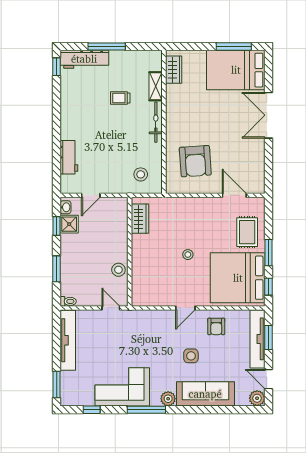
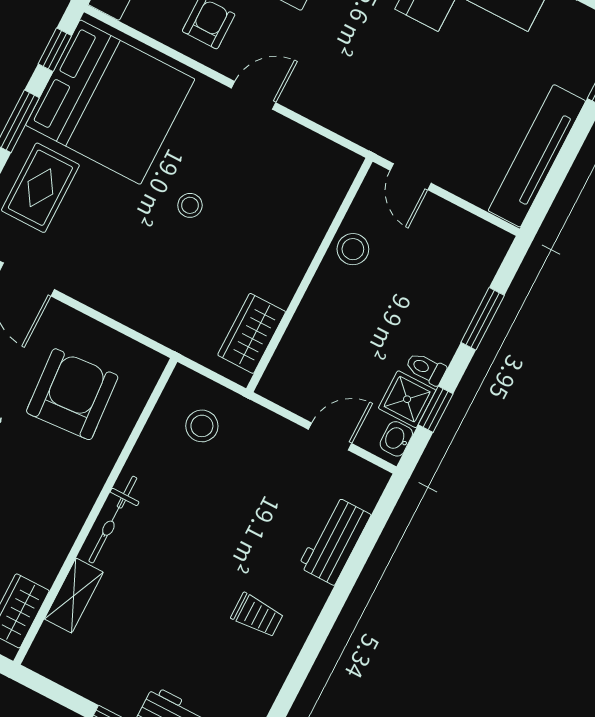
trolley: (120, 98) -> (257, 615), moved
toilet: (68, 301) -> (426, 368), moved

